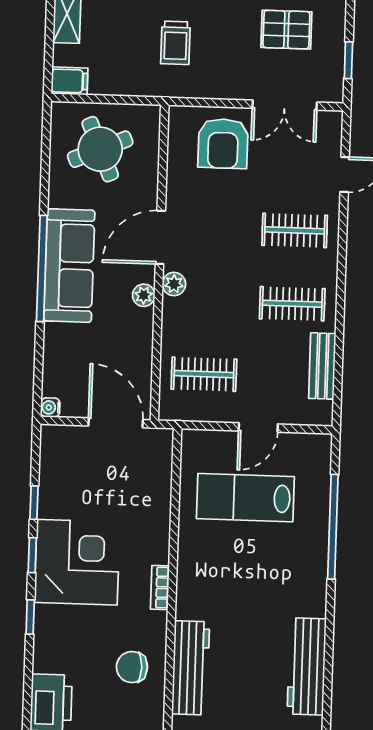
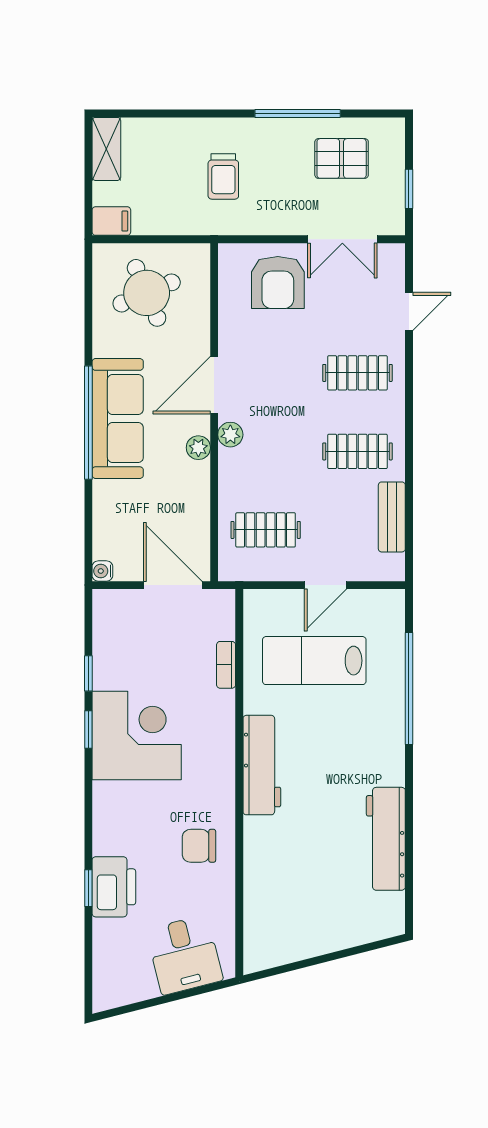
bookcase: (160, 587) -> (226, 665), moved
window: (30, 617) -> (88, 888), moved
workbench: (191, 668) -> (262, 765), moved

